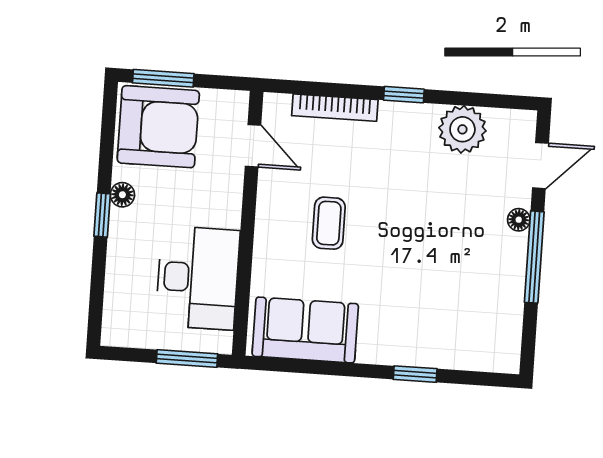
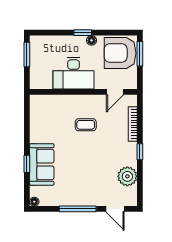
armchair: (158, 127) -> (120, 53), turned 90
floor lamp: (519, 220) -> (34, 202), moved
desk: (198, 278) -> (74, 73), moved
sofa: (305, 330) -> (42, 164), moved
window: (187, 358) -> (27, 54), moved

